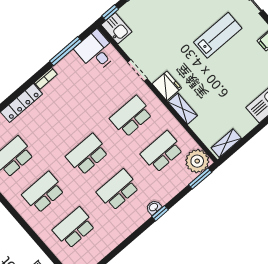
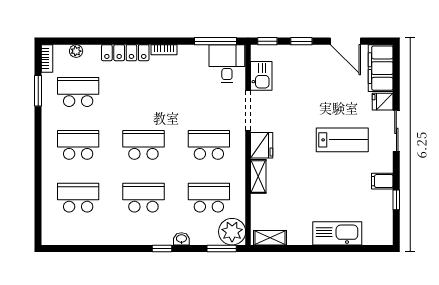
kitchen sink: (116, 28) -> (261, 76), moved
window: (66, 51) -> (216, 41), moved
doorway: (137, 70) -> (248, 111), width x1.38
washbasin: (154, 207) -> (181, 239), moved

